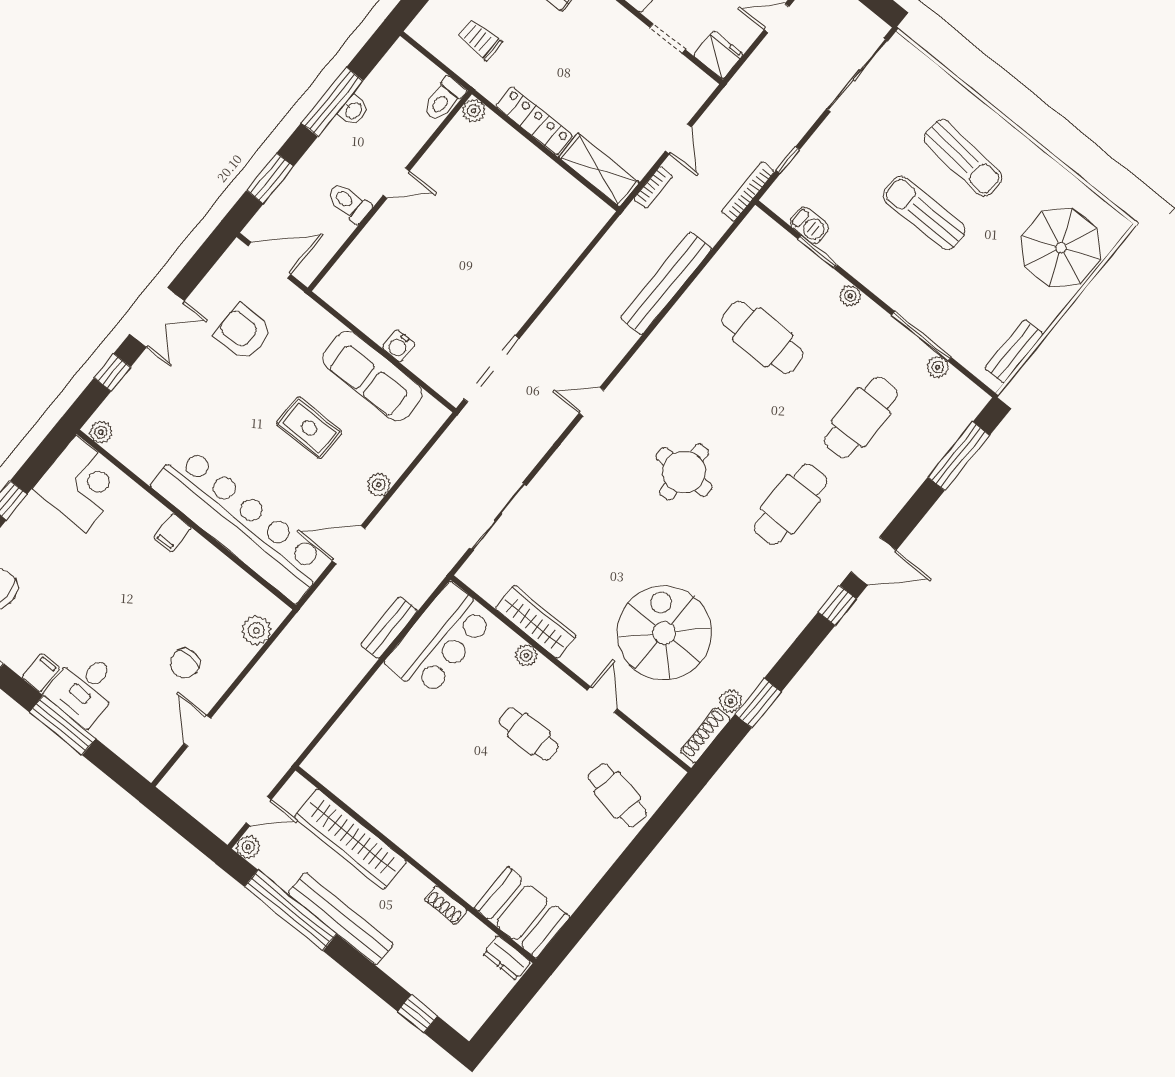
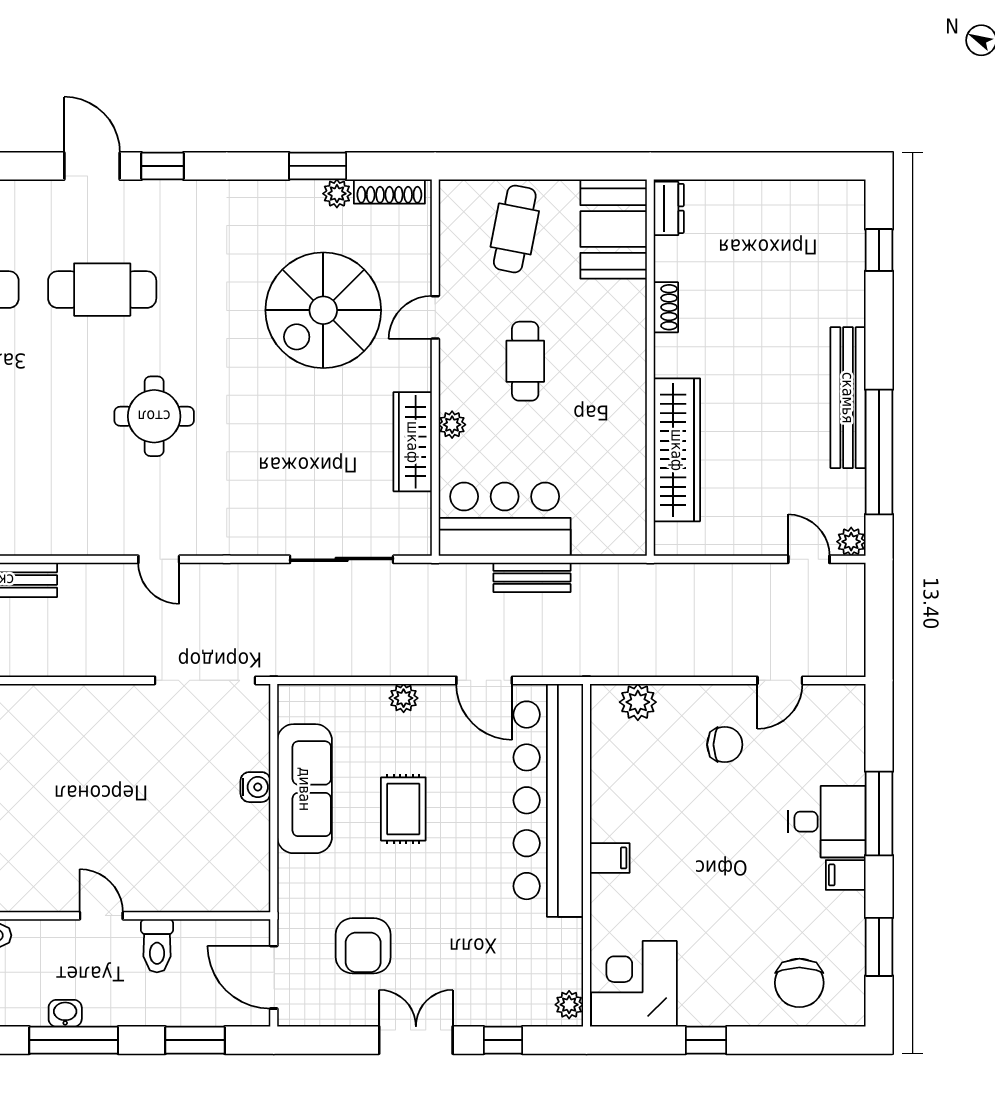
wardrobe: (350, 839) -> (677, 450), moved
wall: (416, 865) -> (650, 368), moved
shoe rack: (446, 905) -> (666, 307), moved
booth: (522, 912) -> (614, 229), moved
dresser: (507, 958) -> (669, 208), moved

